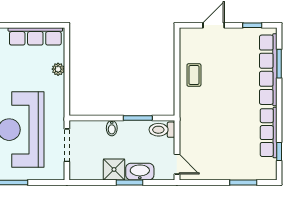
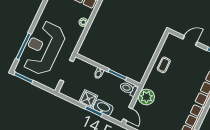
plant: (191, 129) -> (146, 97), added

